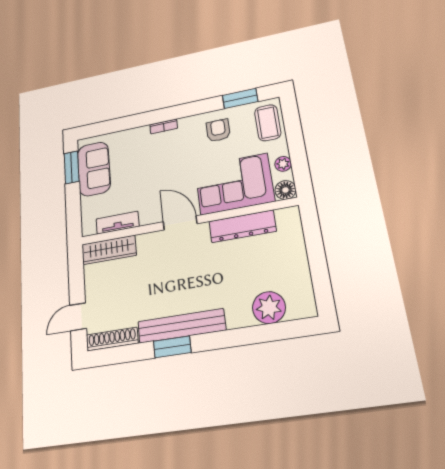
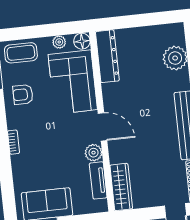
plant: (150, 215) -> (94, 153), added
door: (180, 223) -> (103, 127), swing flipped
dresser: (242, 226) -> (107, 56), moved

